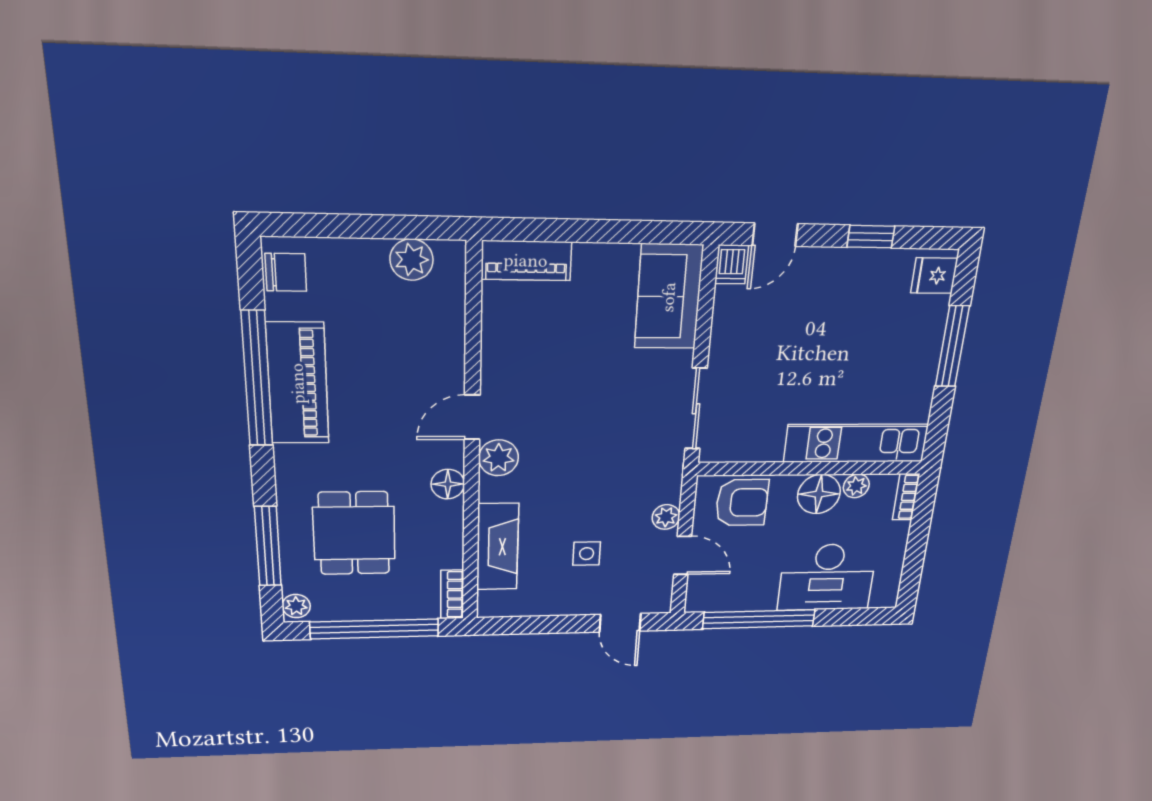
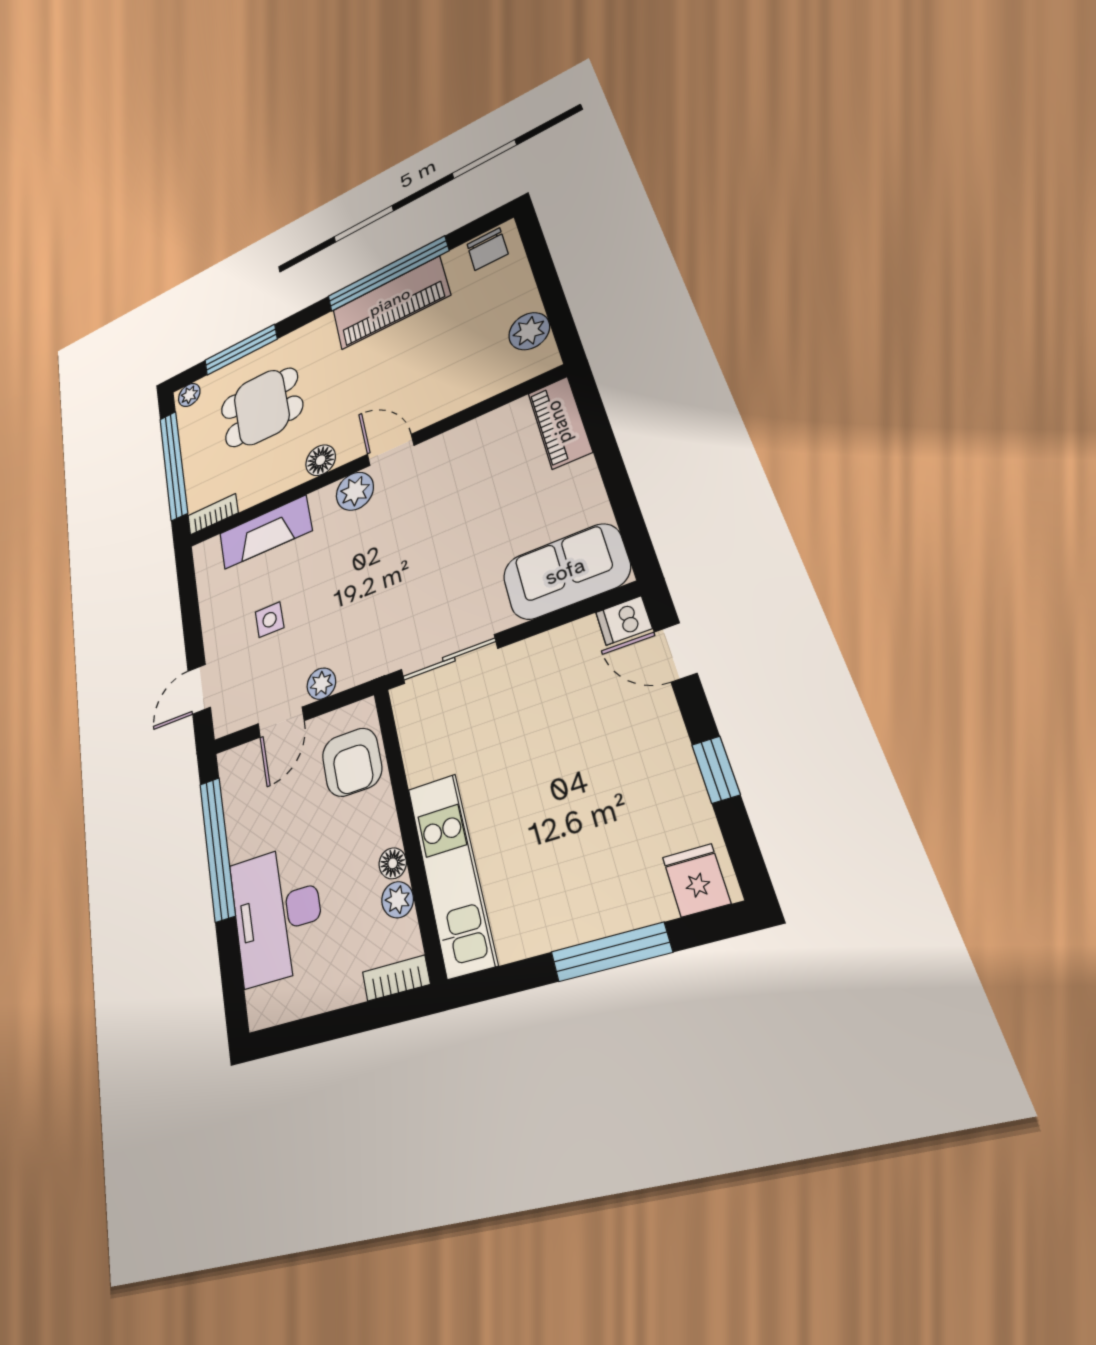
floor lamp: (819, 494) -> (393, 863), width x0.53, depth x0.53

